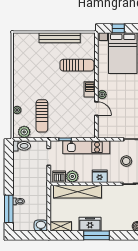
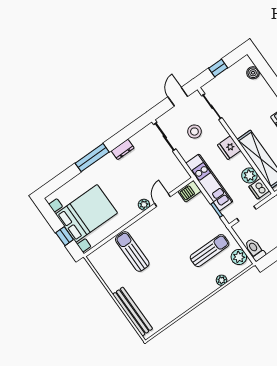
bench: (60, 38) -> (133, 311), moved
barbecue: (90, 89) -> (190, 191), moved

